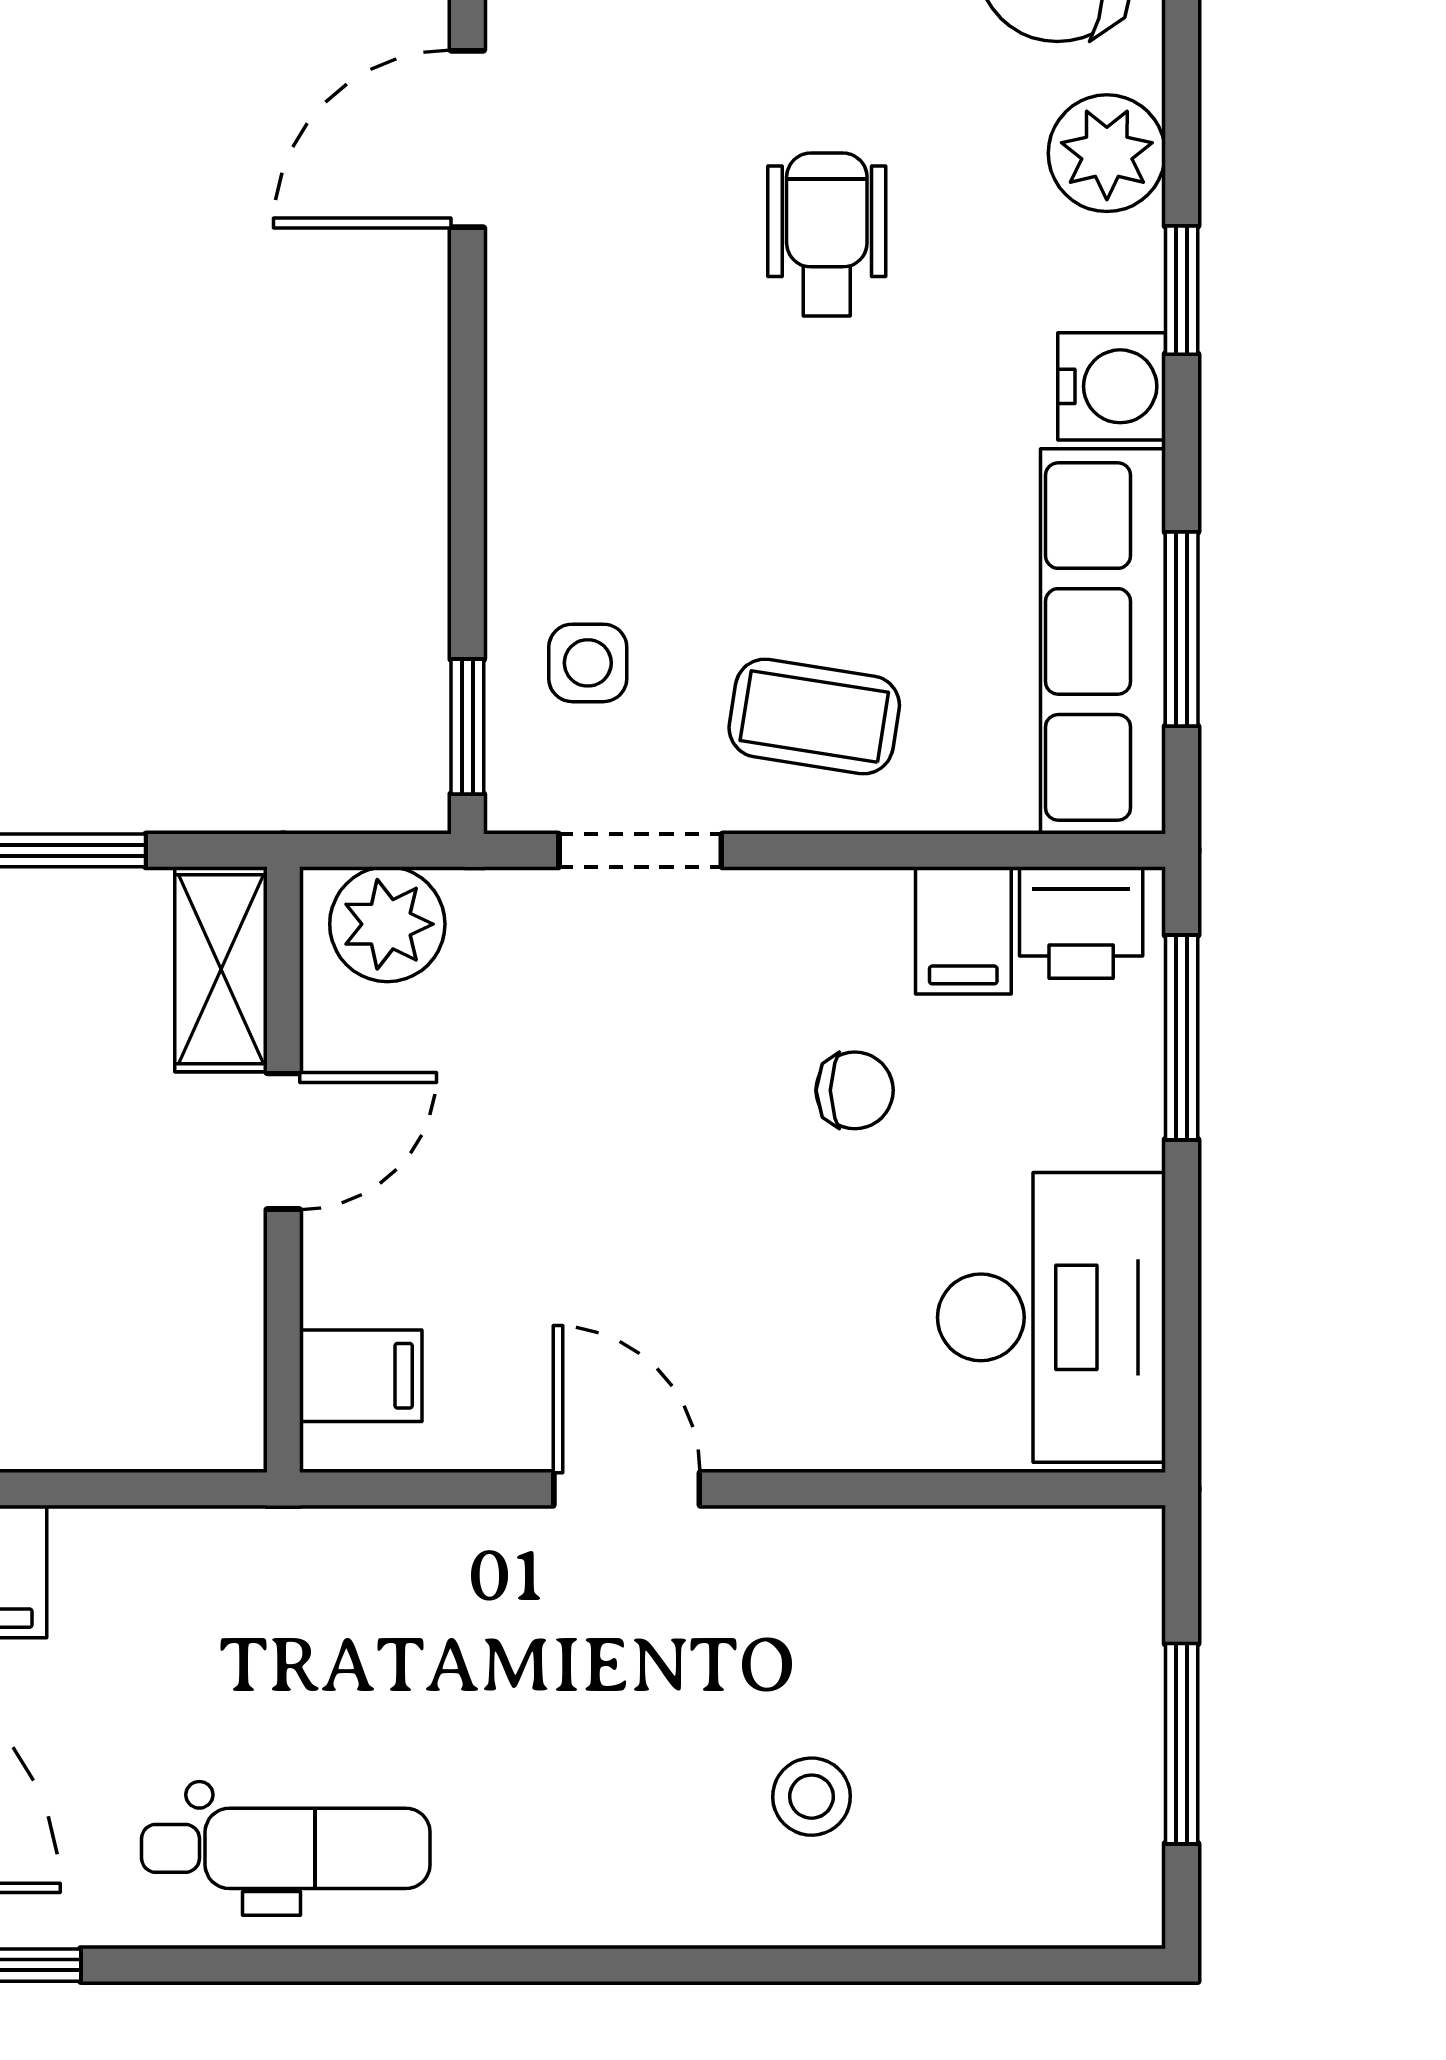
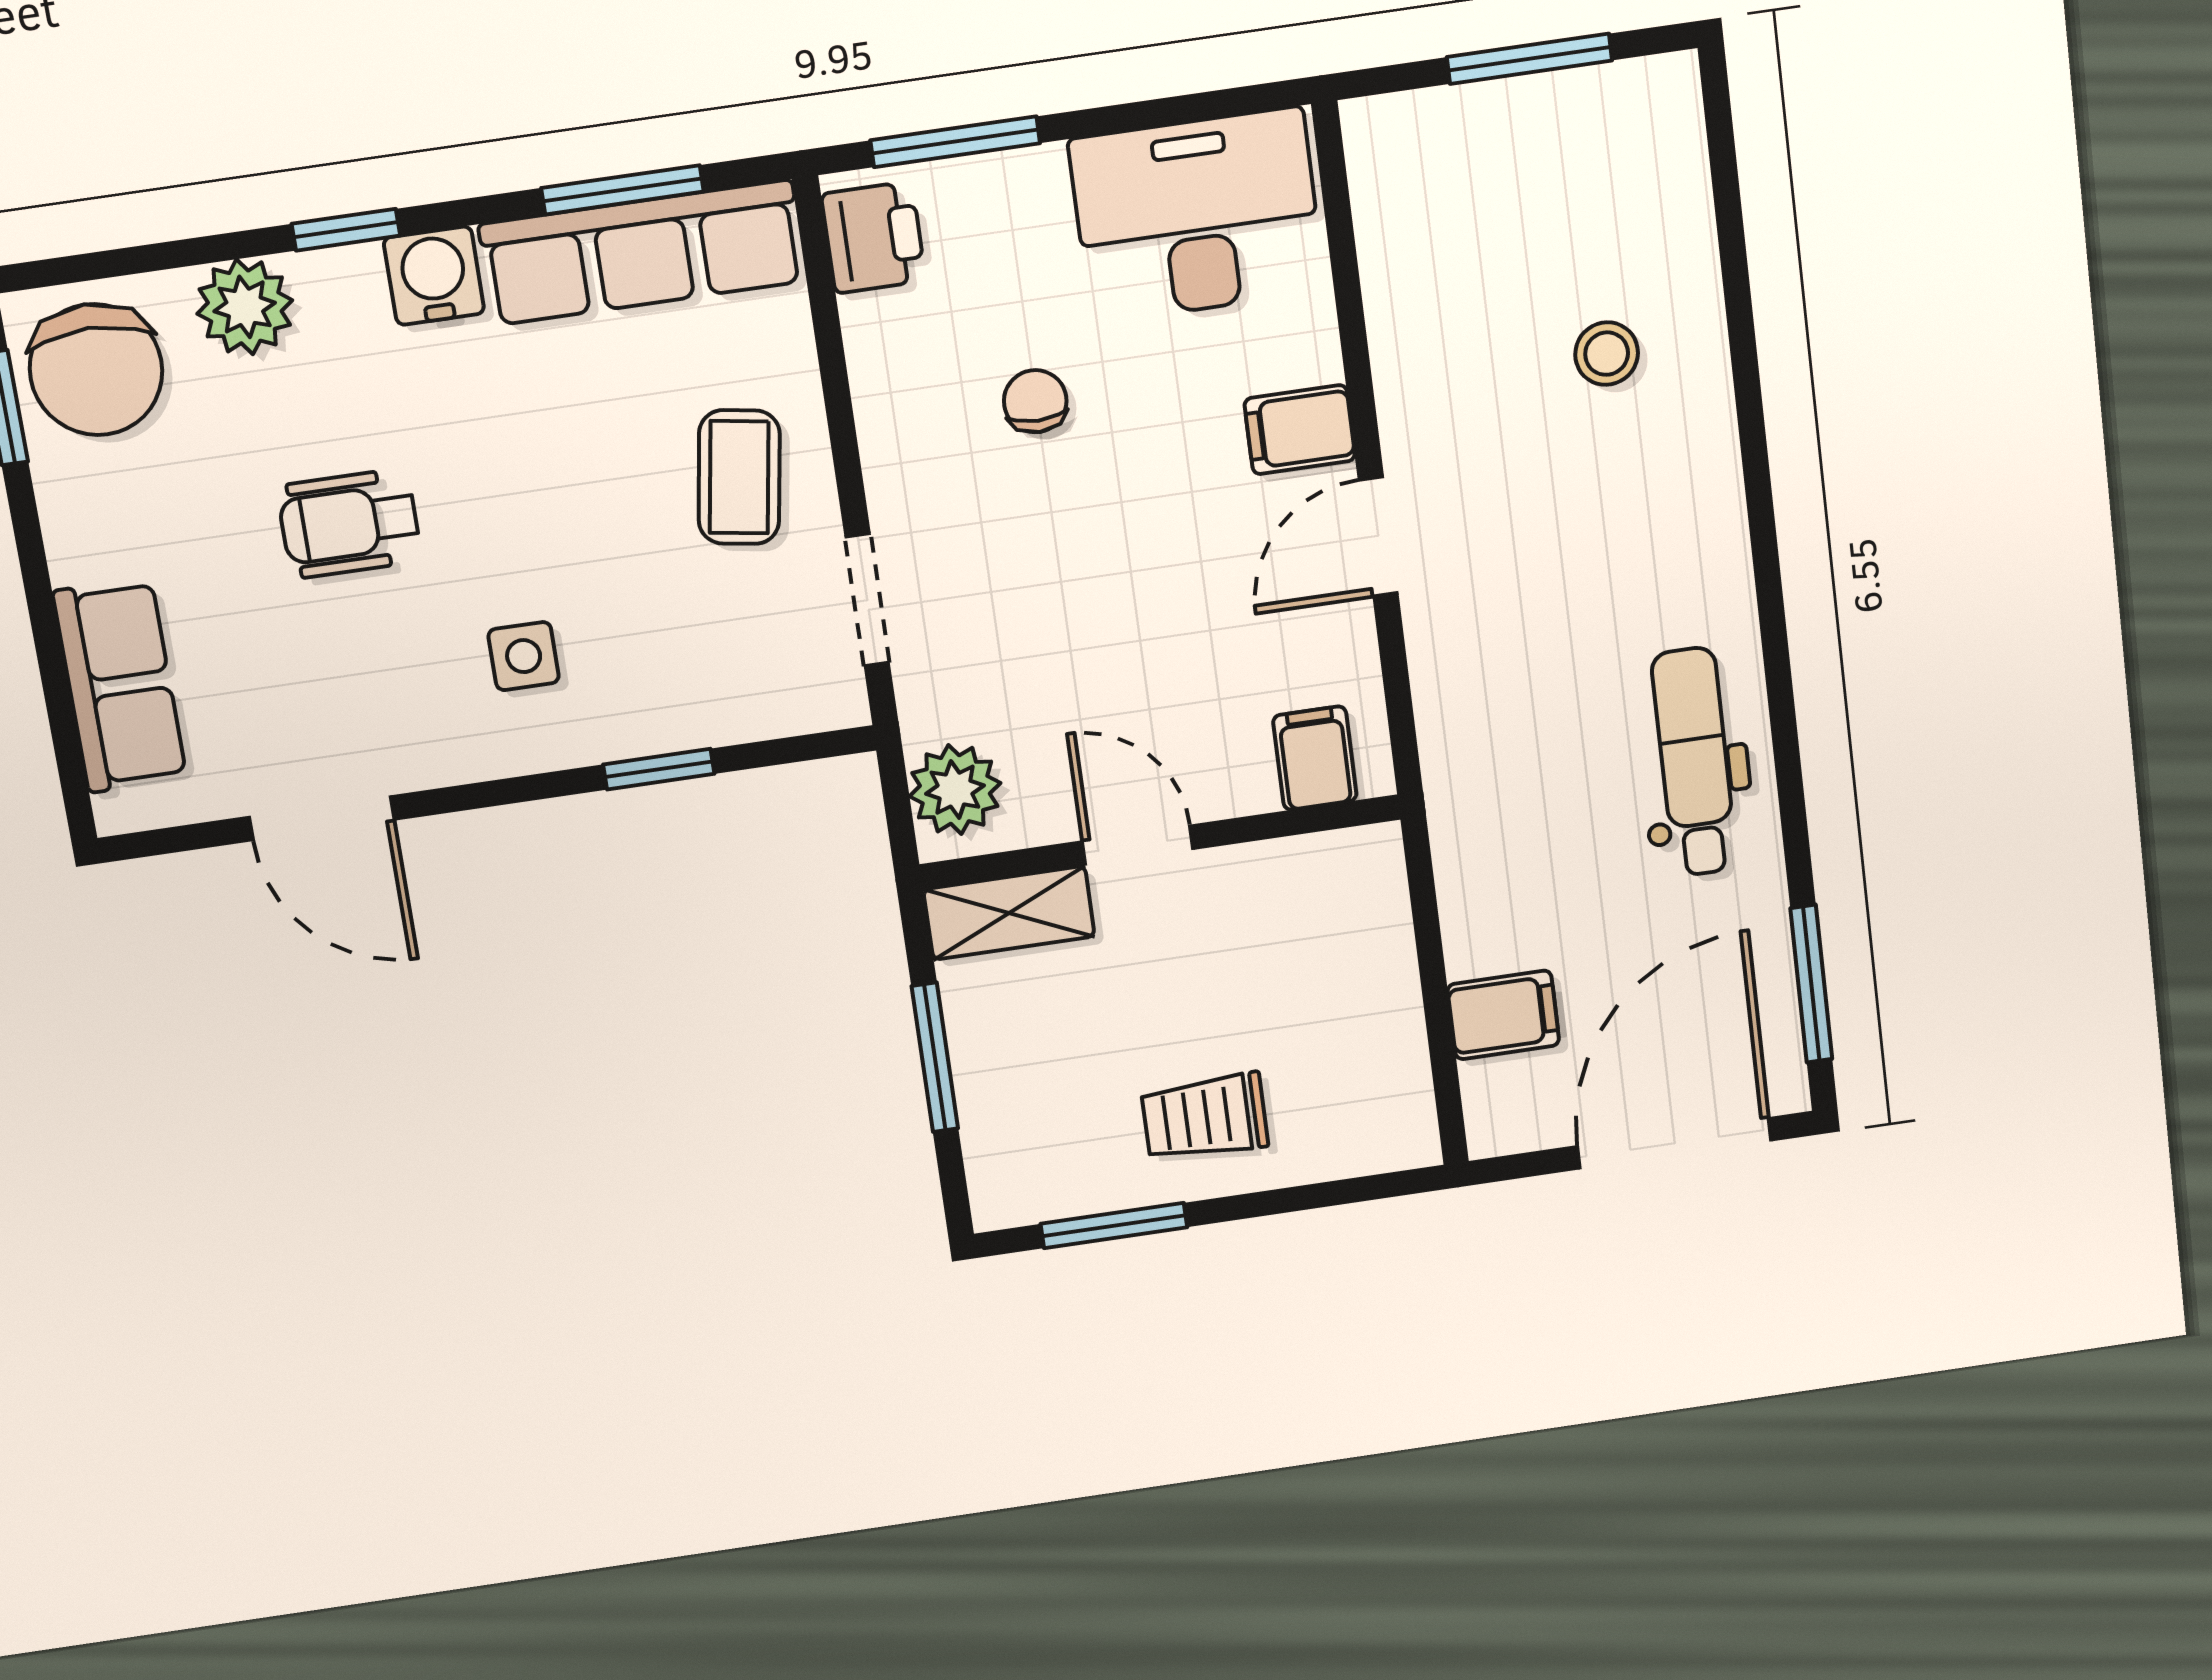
side table: (588, 663) -> (524, 656), moved
window: (467, 727) -> (659, 769), moved
filing cabinet: (963, 930) -> (1300, 430), moved, turned 180

